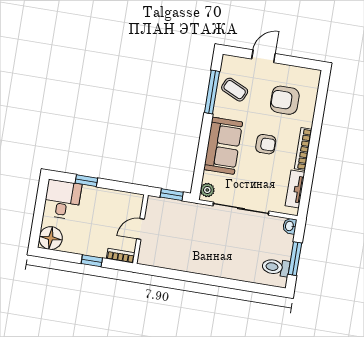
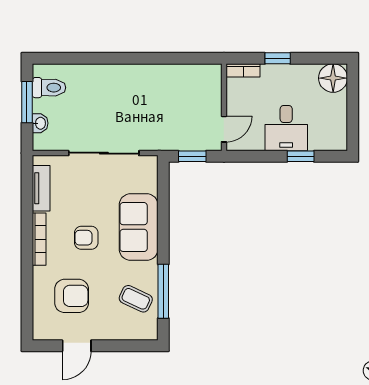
door: (263, 56) -> (77, 346), moved
plant: (207, 190) -> (149, 169), removed
desk: (62, 199) -> (286, 128), moved
washbasin: (290, 226) -> (40, 123), moved
door: (140, 229) -> (224, 129), moved

